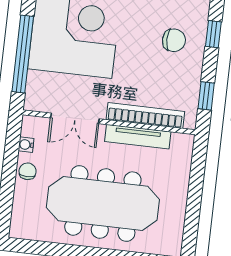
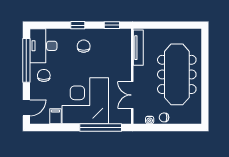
bookcase: (145, 116) -> (126, 57), removed
double door: (75, 118) -> (132, 95), swing flipped
tv unit: (138, 137) -> (138, 48), moved

